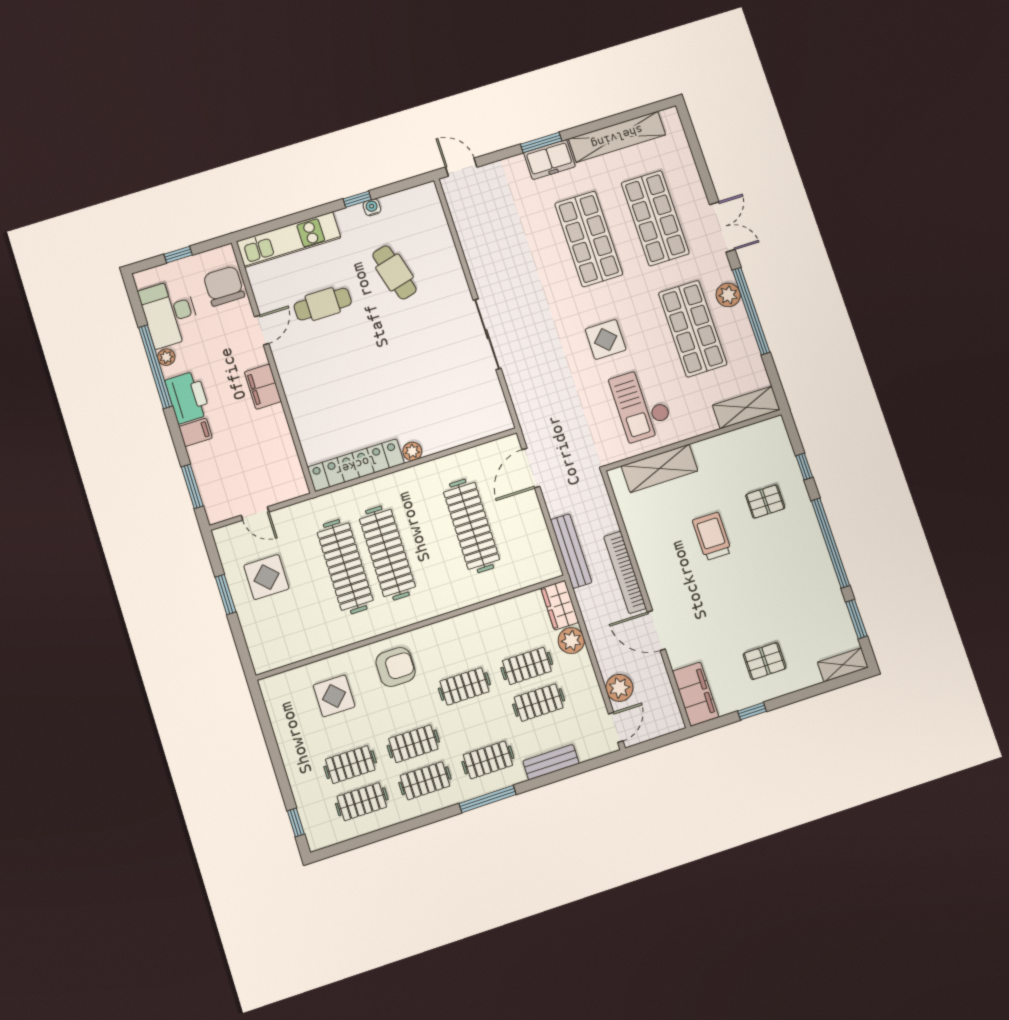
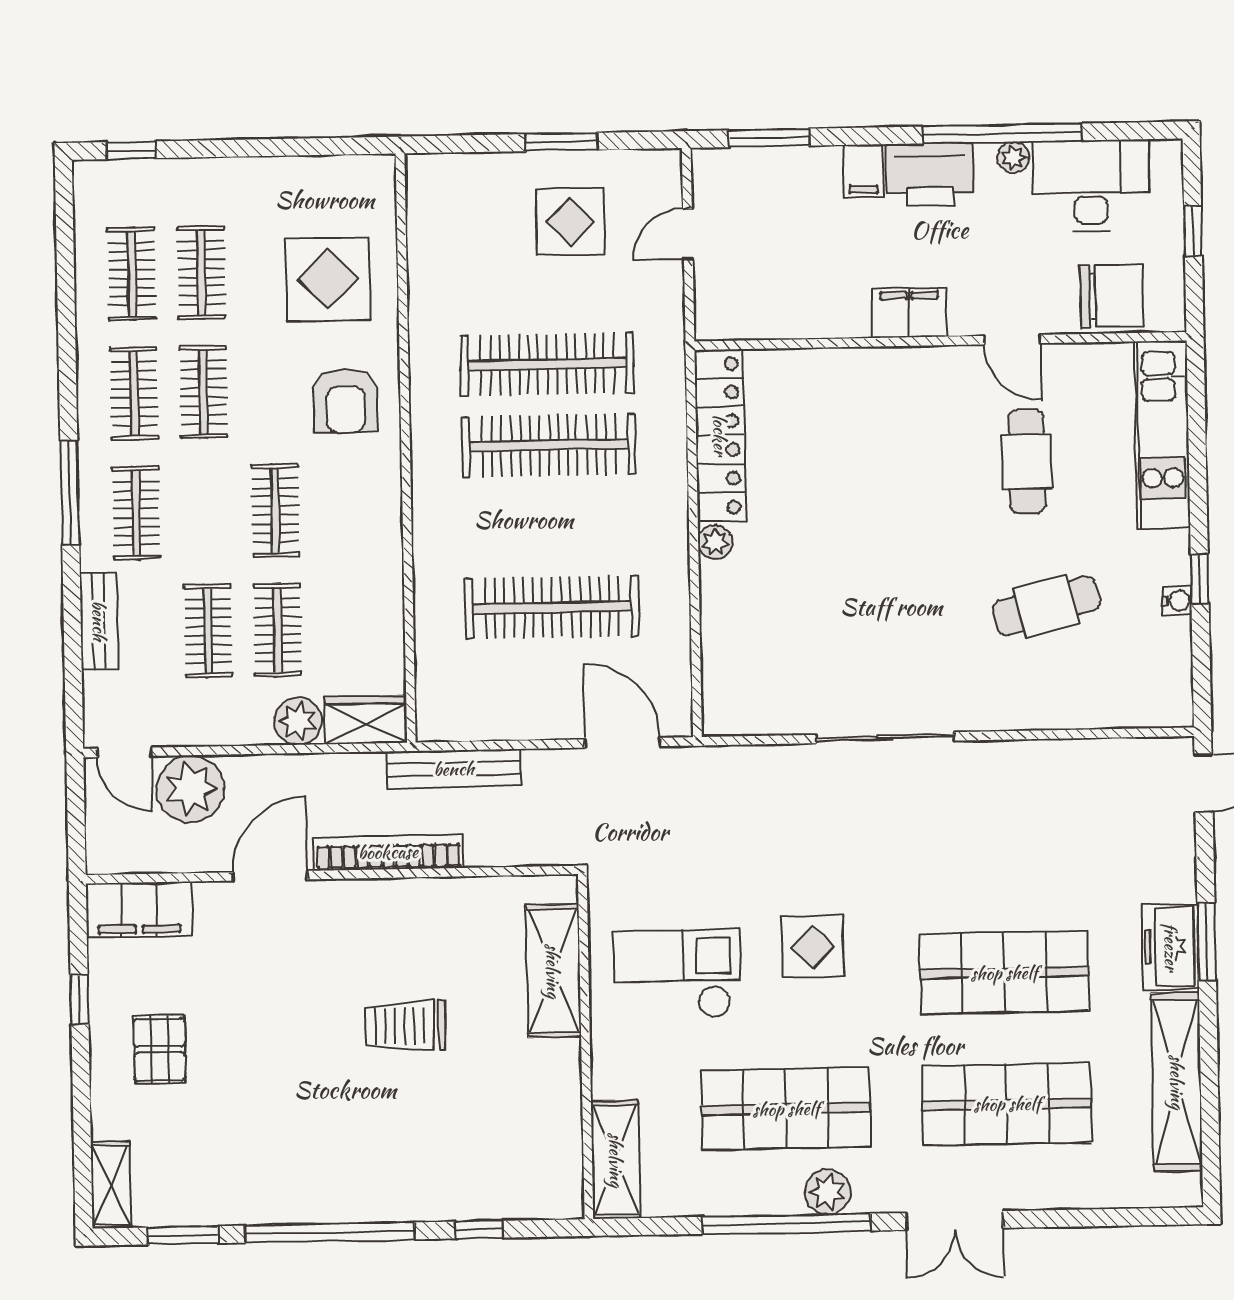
pallet: (765, 502) -> (438, 1140), removed
trolley: (712, 536) -> (405, 1026), turned 180
plant: (619, 688) -> (191, 789), width x1.36, depth x1.36
display table: (334, 696) -> (328, 279), width x1.36, depth x1.36

